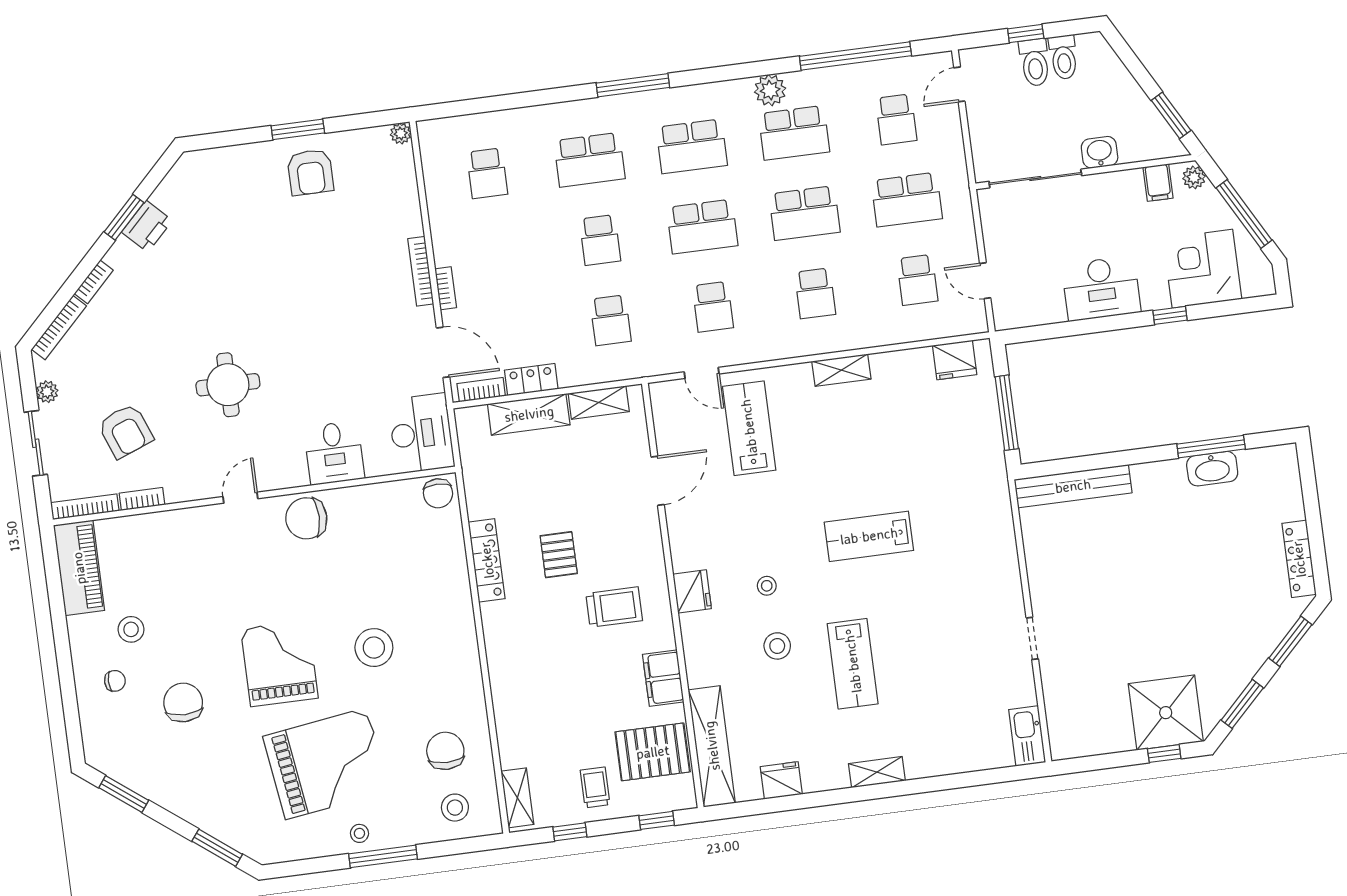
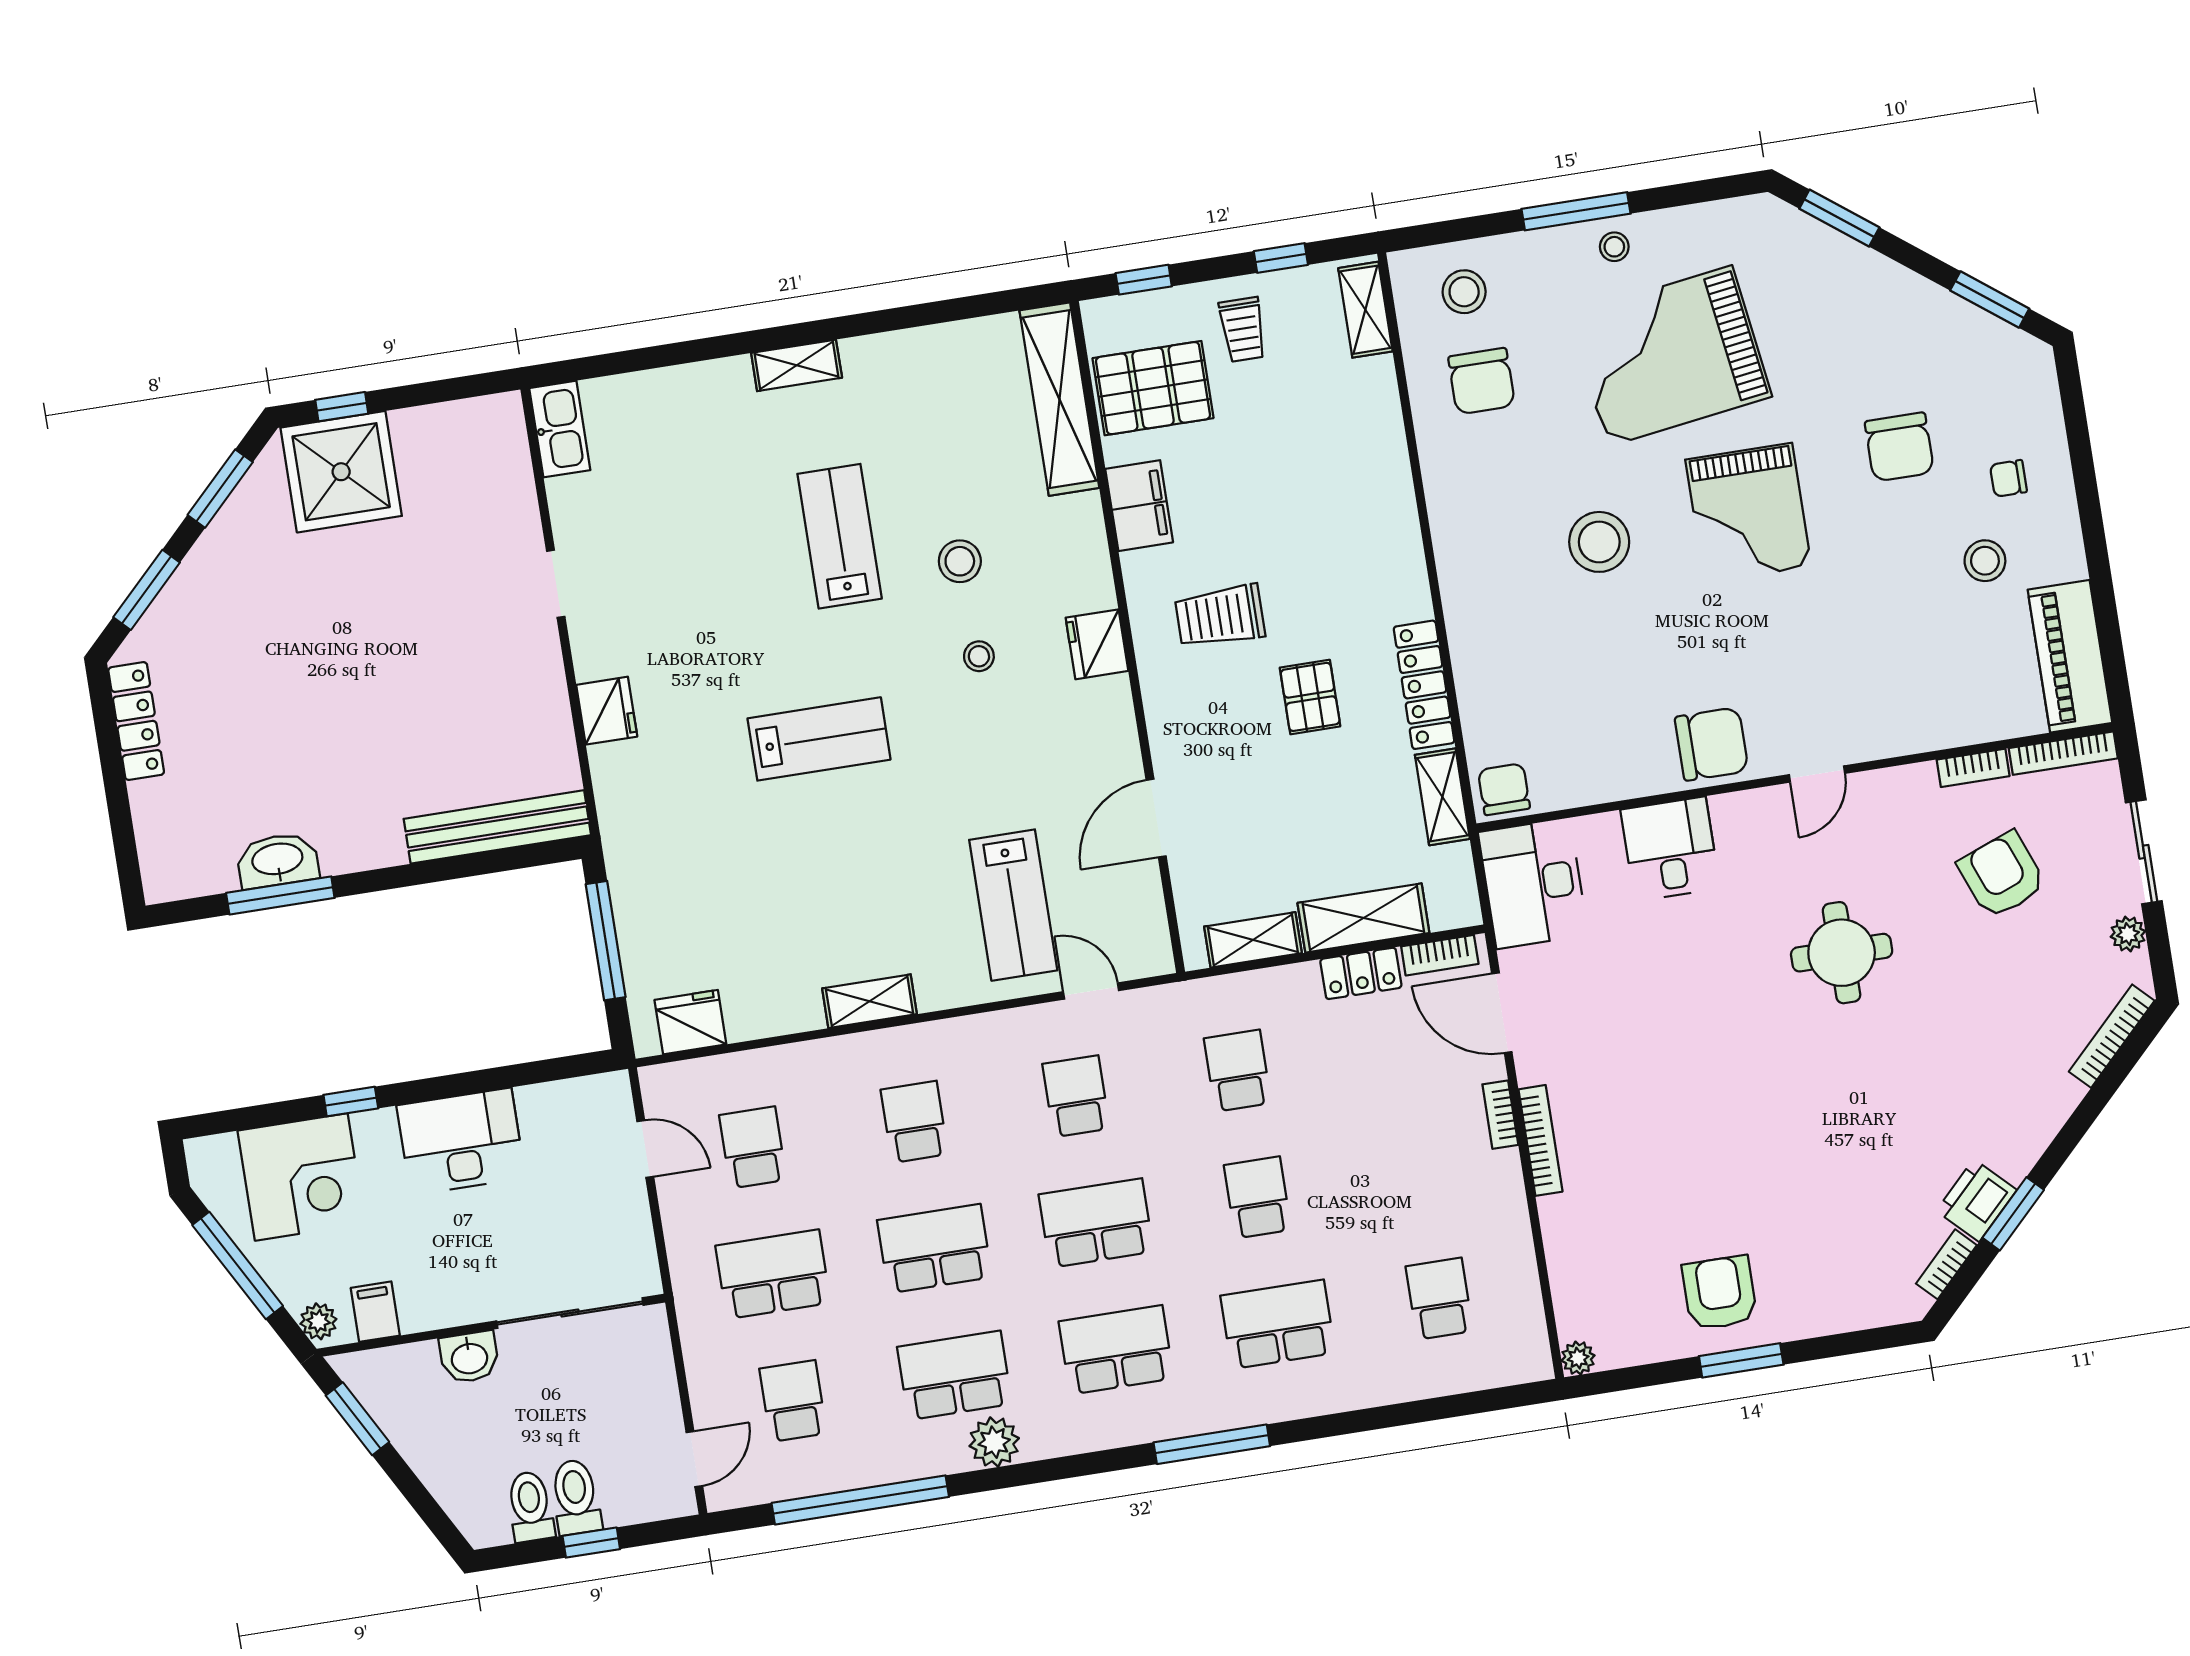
bookcase: (94, 282) -> (1946, 1264), moved
shelving: (477, 490) -> (1442, 797), added
fridge: (781, 780) -> (607, 711), moved, turned -90

